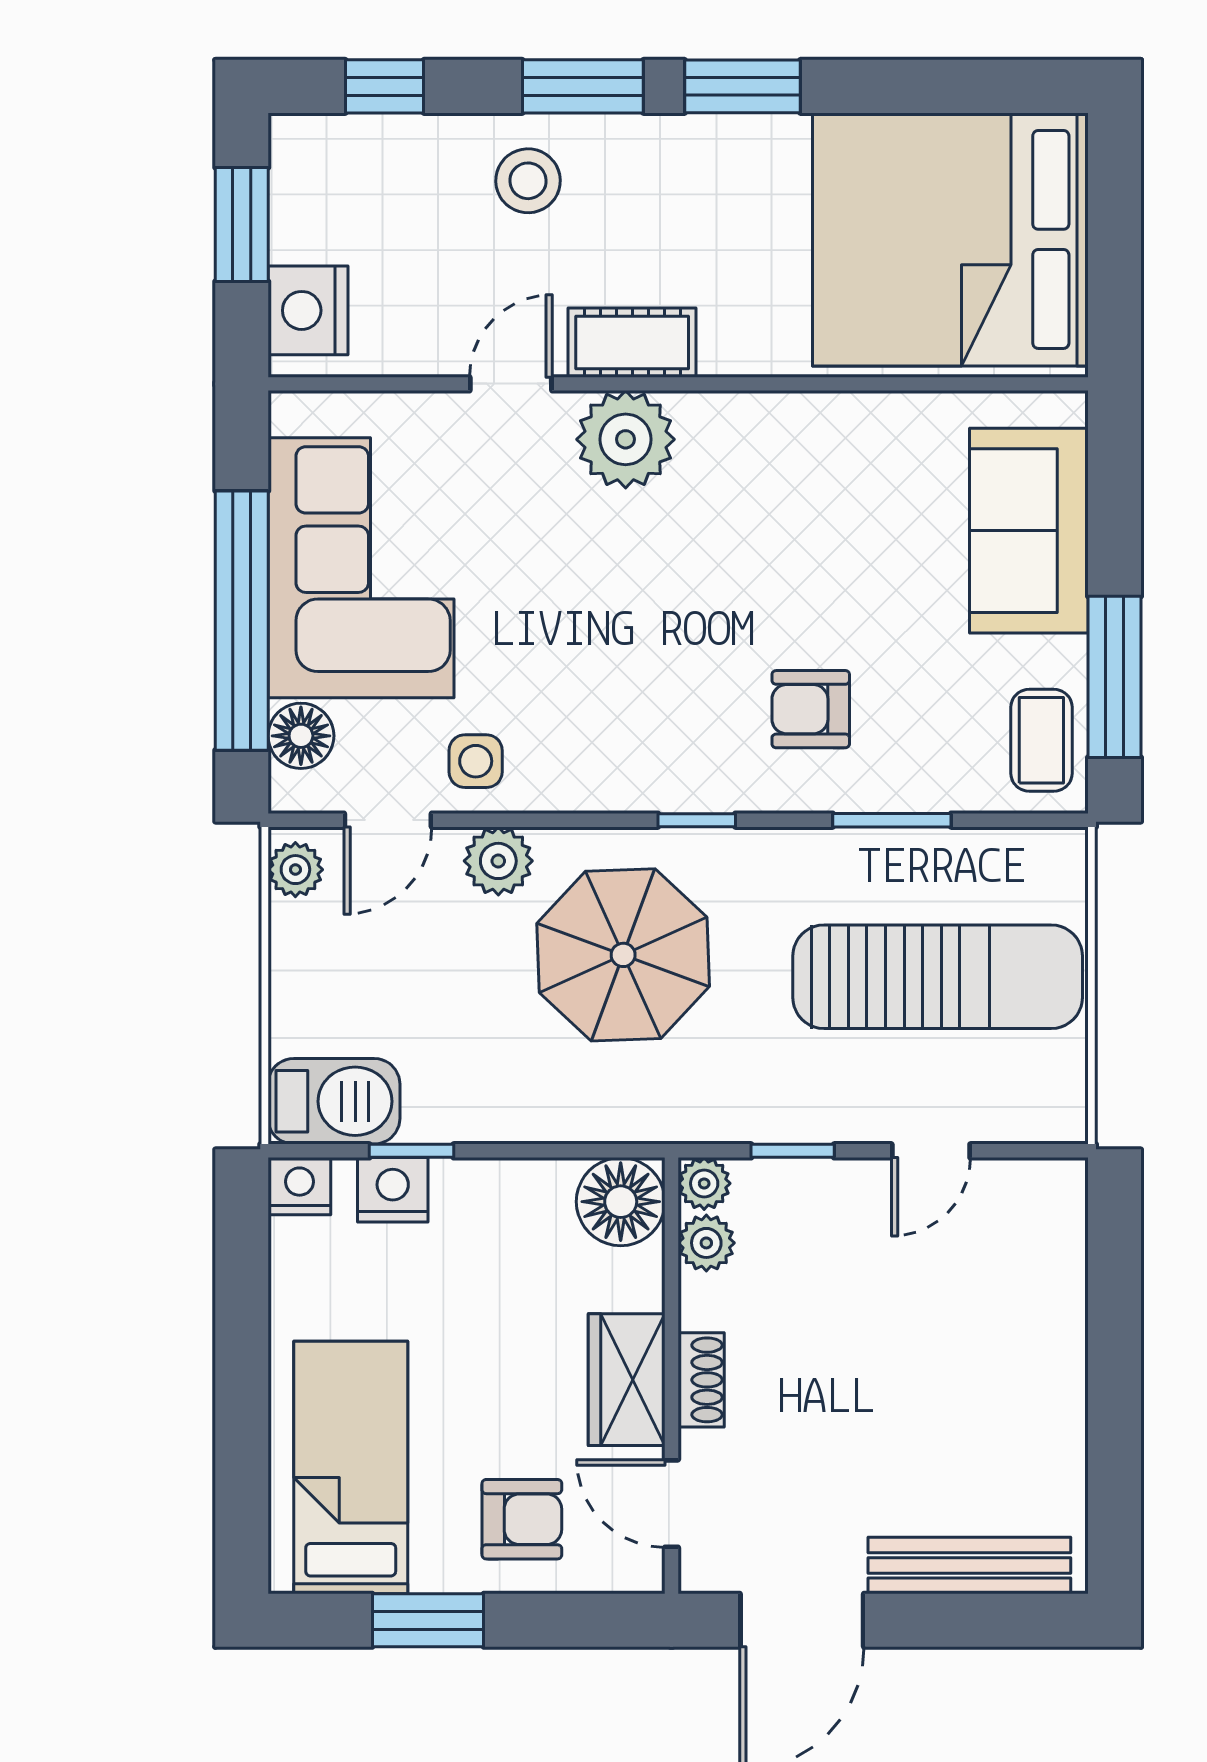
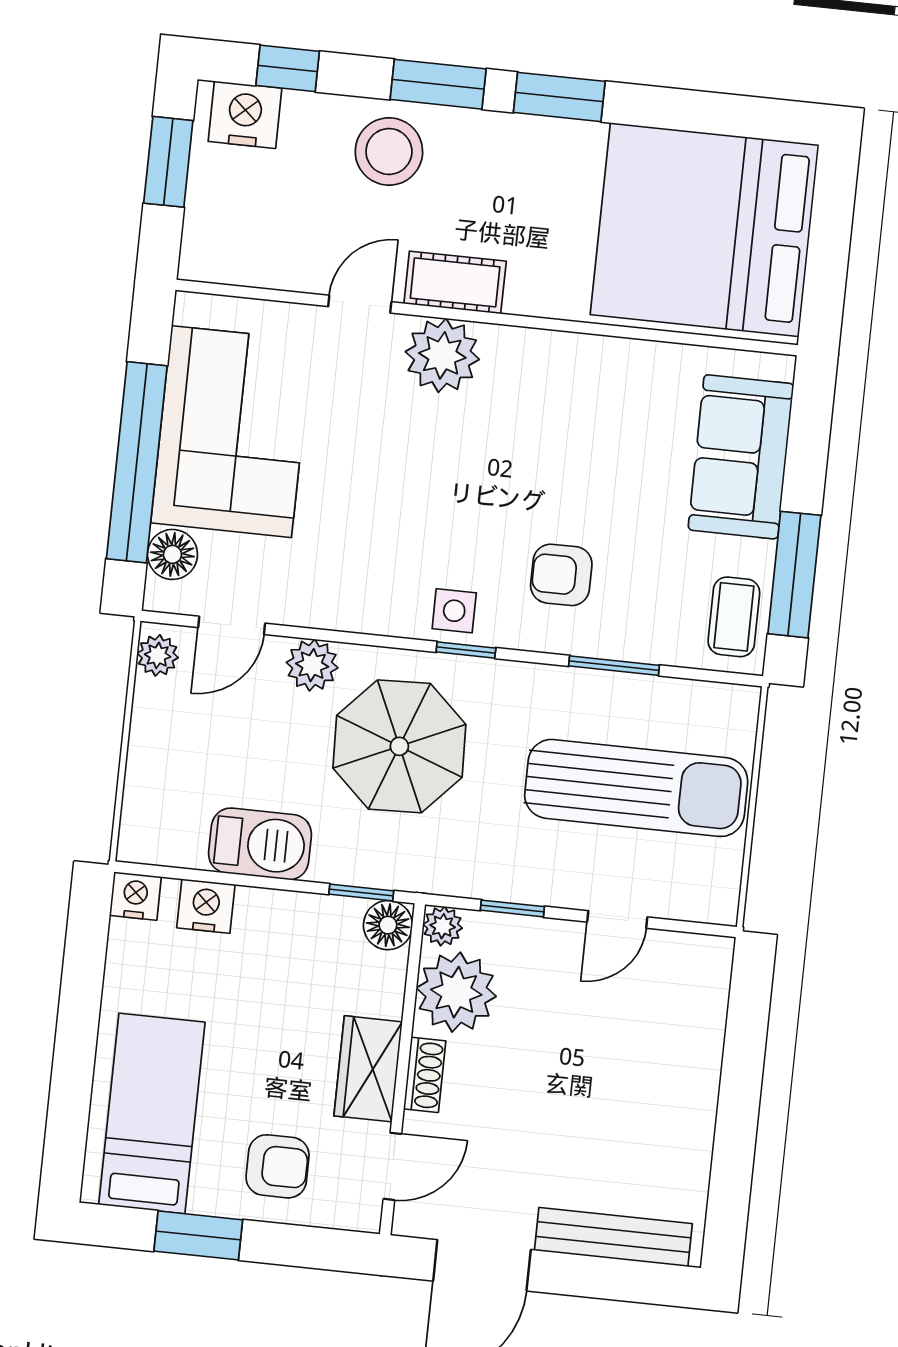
stool: (528, 181) -> (389, 151), width x1.38, depth x1.38
nightstand: (308, 310) -> (245, 115), moved, turned 90
side table: (476, 761) -> (454, 611), moved
barbecue: (334, 1101) -> (260, 844), moved
window: (412, 1151) -> (361, 893), moved
floor lamp: (621, 1202) -> (388, 925), width x0.73, depth x0.73
plant: (706, 1243) -> (456, 992), width x1.88, depth x1.88
door: (671, 1504) -> (392, 1166), swing flipped

